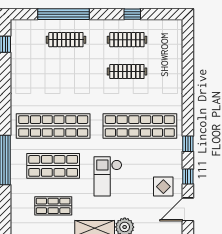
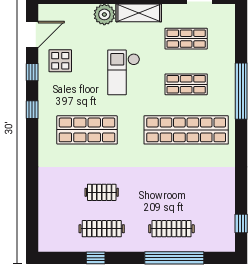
clothes rail: (127, 71) -> (102, 192), width x0.73
shop shelf: (140, 126) -> (87, 130), width x0.71
shop shelf: (53, 166) -> (186, 84), width x0.70, depth x0.74
checkout: (108, 176) -> (124, 72), turned 180

